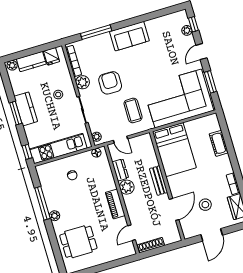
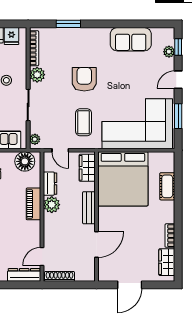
window: (96, 32) -> (68, 24), width x0.69
sofa: (129, 36) -> (131, 39), moved
armchair: (110, 83) -> (84, 79), moved
wardrobe: (147, 148) -> (87, 168), added
bed: (174, 150) -> (123, 179), width x1.36
floor lamp: (96, 153) -> (25, 161), width x1.89, depth x1.89
piano: (115, 204) -> (34, 204), moved
stool: (205, 205) -> (132, 250), removed
dresser: (121, 253) -> (24, 275), added

